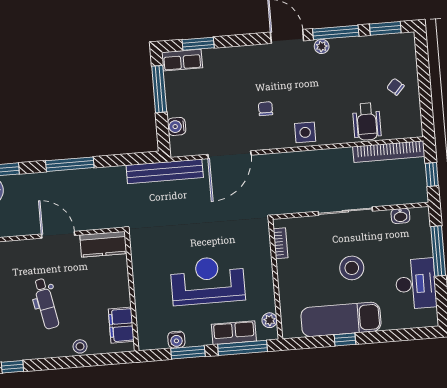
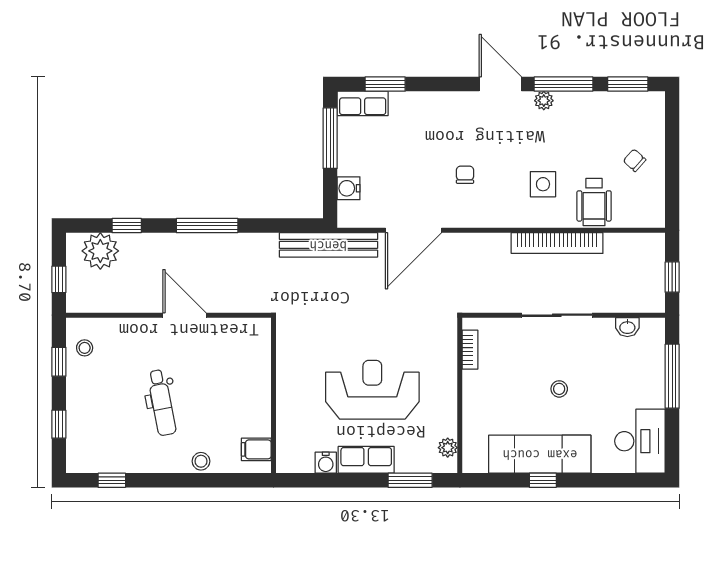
side table: (305, 132) -> (543, 184), moved
bookcase: (389, 152) -> (557, 243), moved
kitchen counter: (103, 244) -> (242, 332), removed
stool: (352, 268) -> (559, 389), width x0.53, depth x0.53
desk: (416, 284) -> (640, 441), moved
filing cabinet: (121, 325) -> (256, 449), width x0.50
row of seats: (234, 333) -> (366, 460), moved
window: (243, 348) -> (410, 480), width x0.69
window: (188, 352) -> (339, 480), removed

